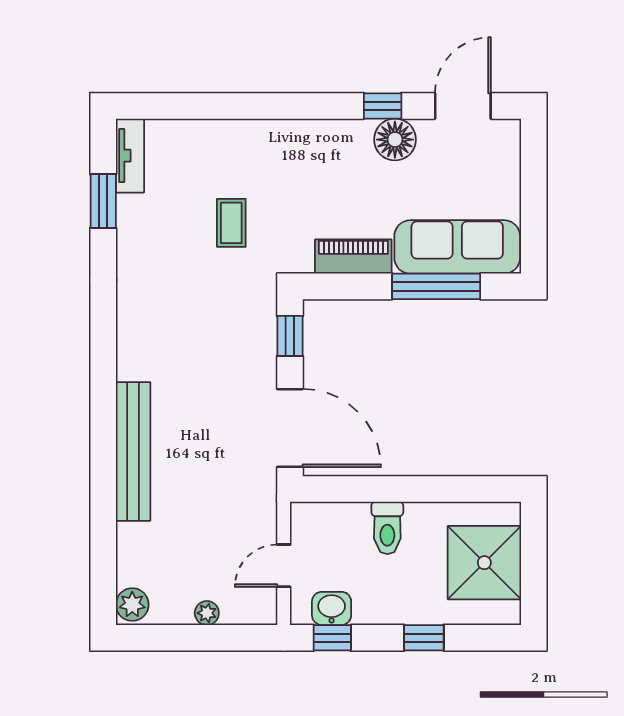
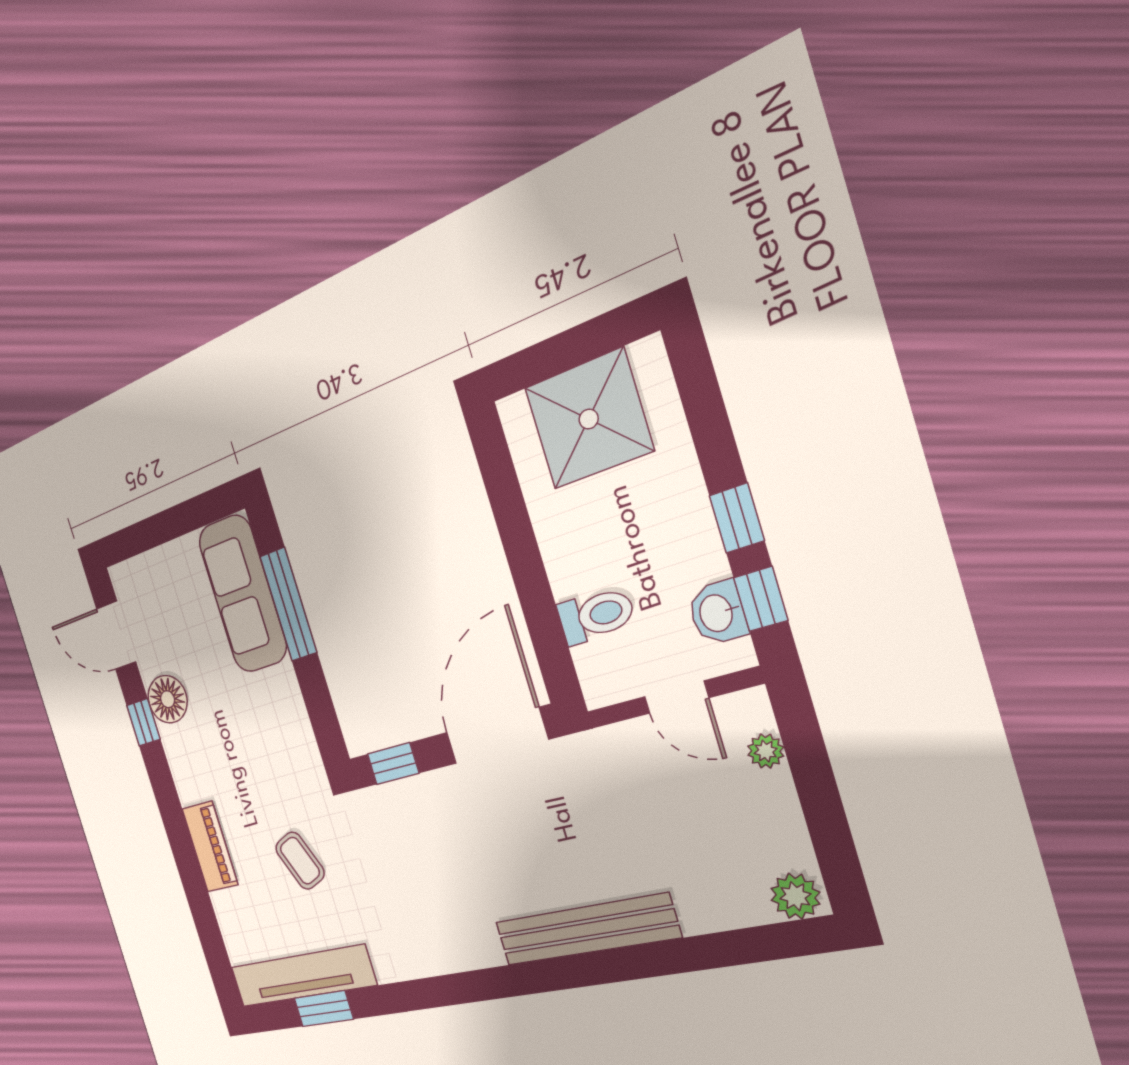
tv unit: (130, 156) -> (302, 976), width x1.92, depth x1.29
coffee table: (231, 223) -> (300, 861), turned 67
piano: (353, 257) -> (210, 847), moved, turned 180
toilet: (387, 528) -> (596, 615), moved
plant: (207, 613) -> (766, 751), moved
window: (424, 638) -> (737, 518), moved

